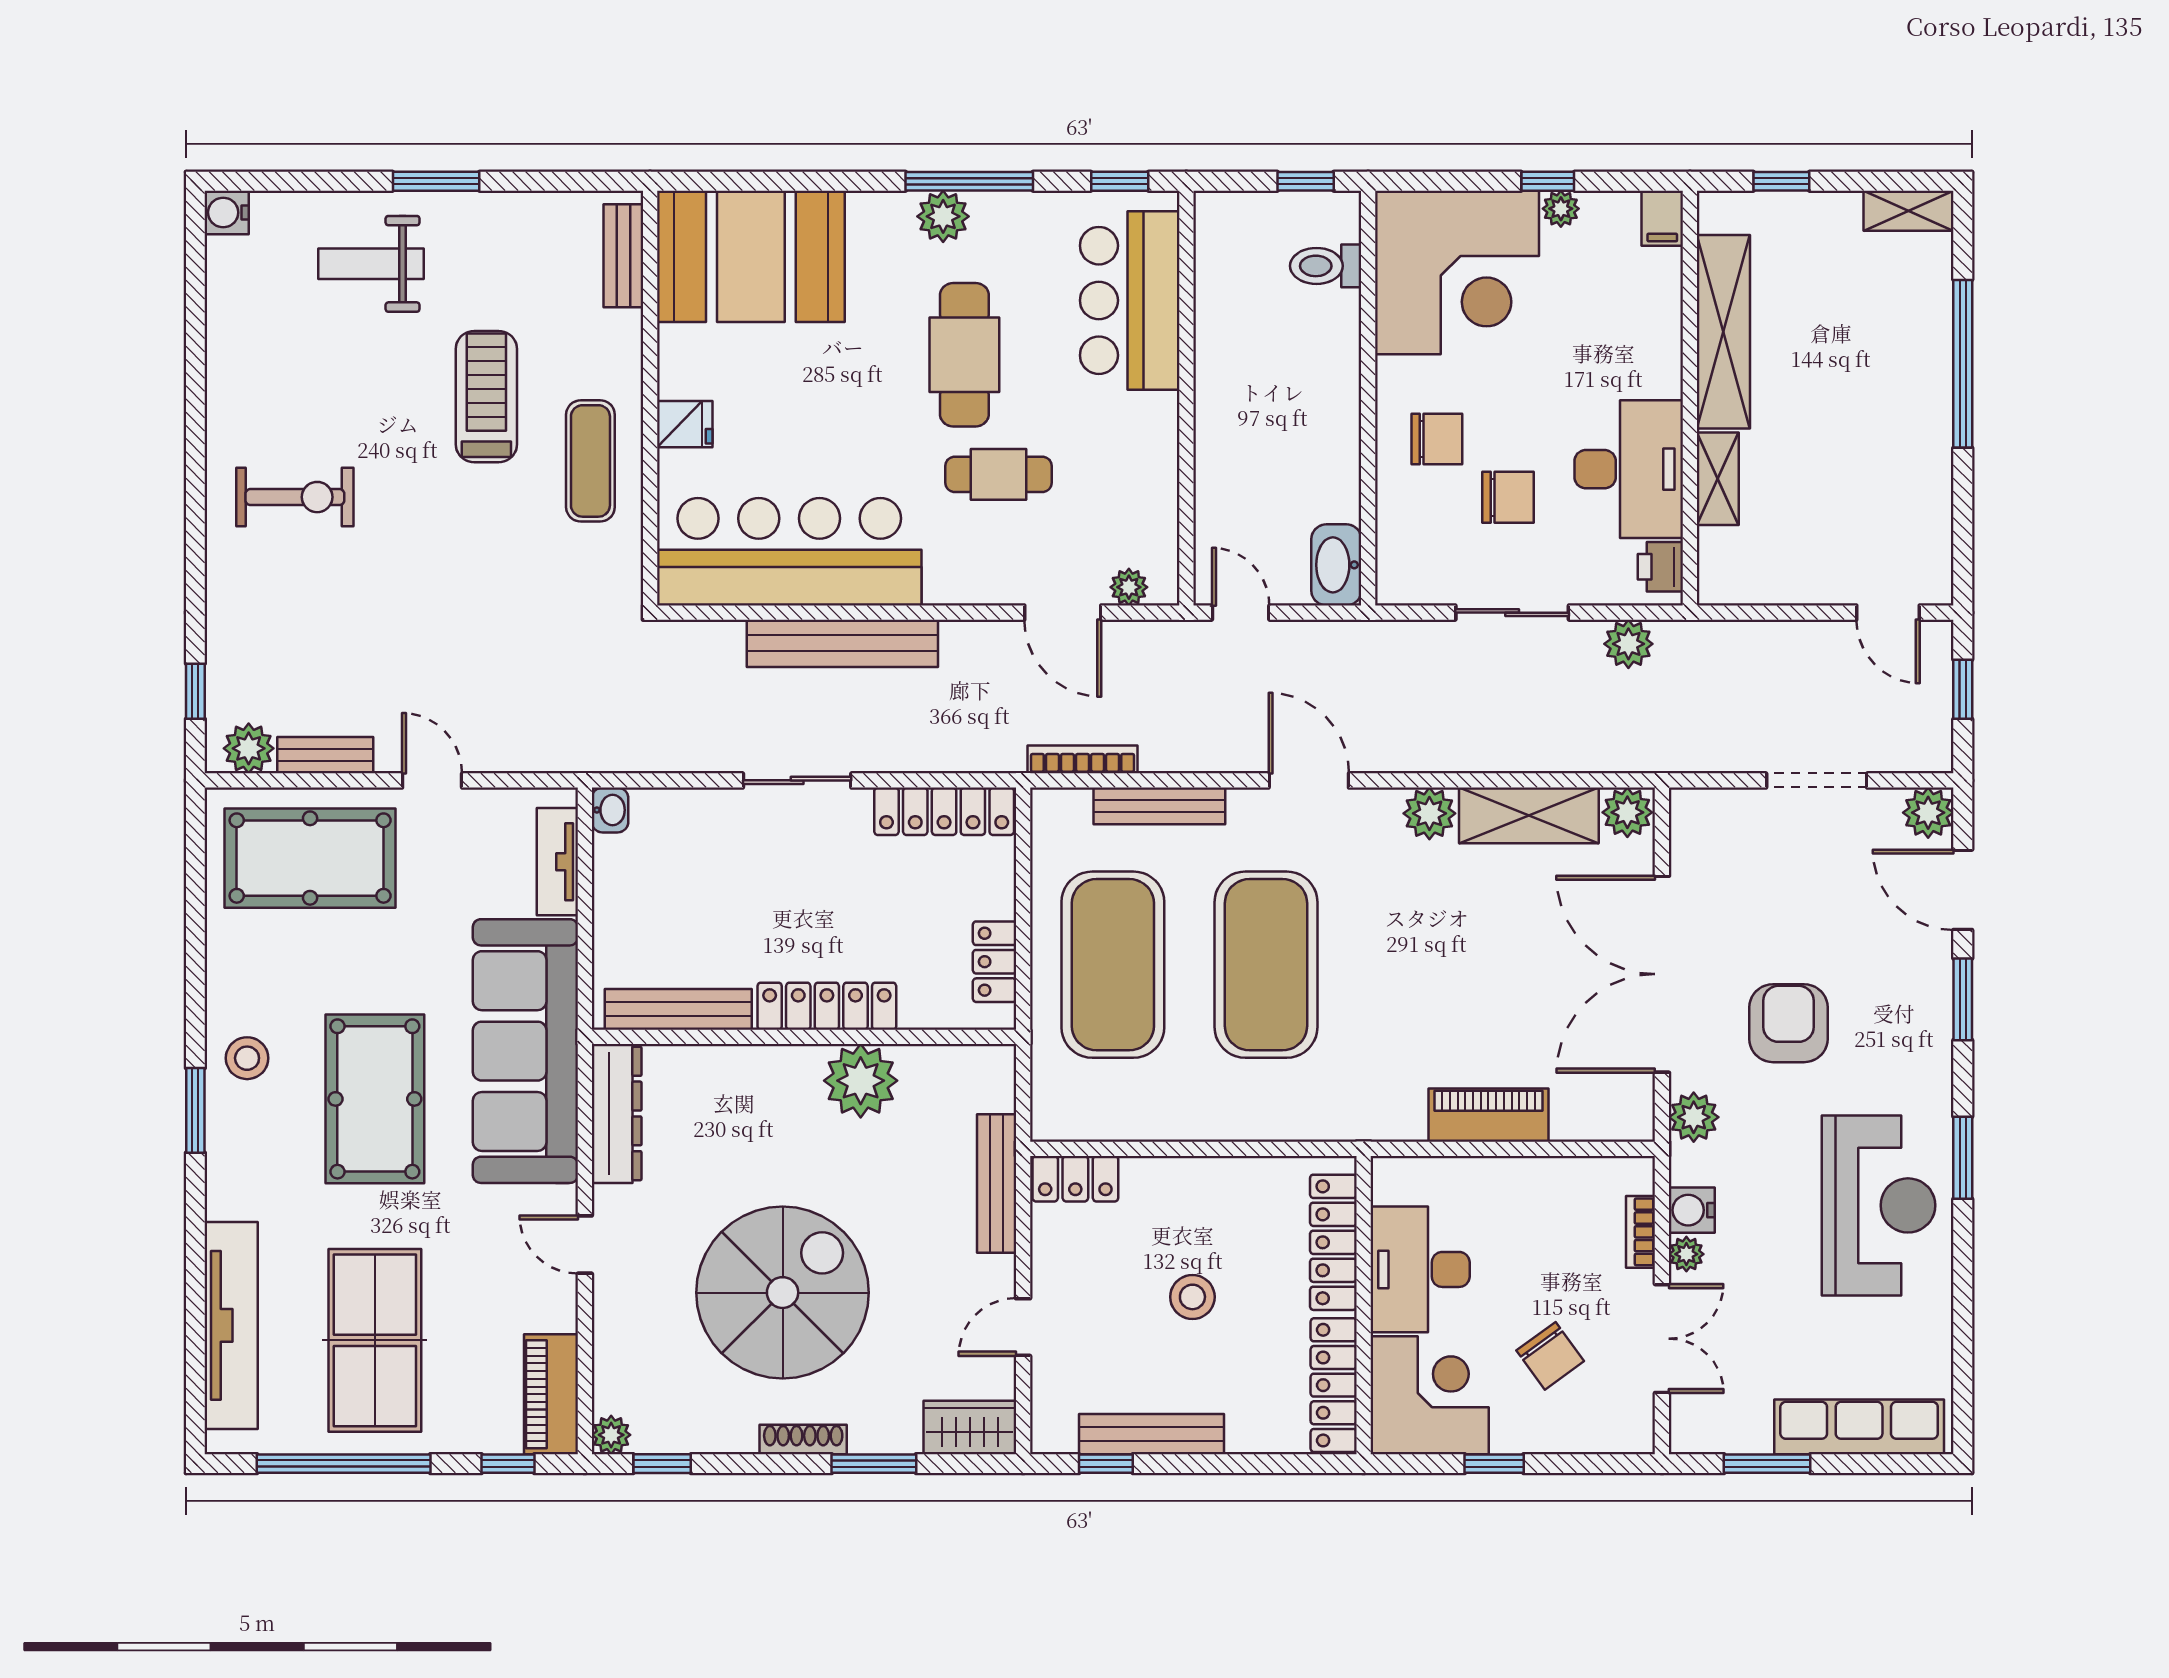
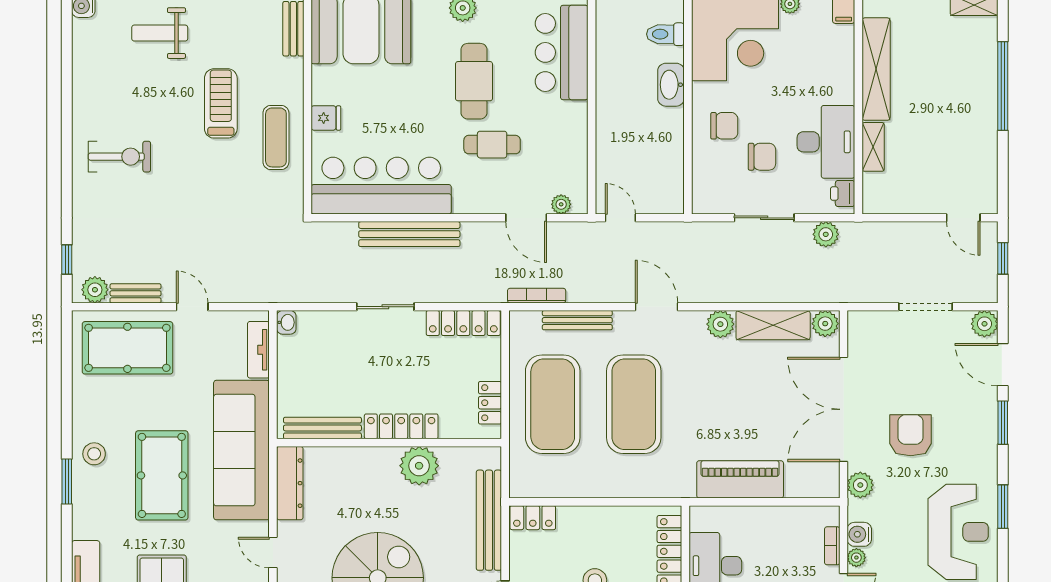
washbasin: (1336, 565) -> (671, 85), moved
piano: (1488, 1115) -> (740, 479), width x1.37, depth x1.33
bench: (997, 1184) -> (489, 520), width x1.37, depth x1.21

